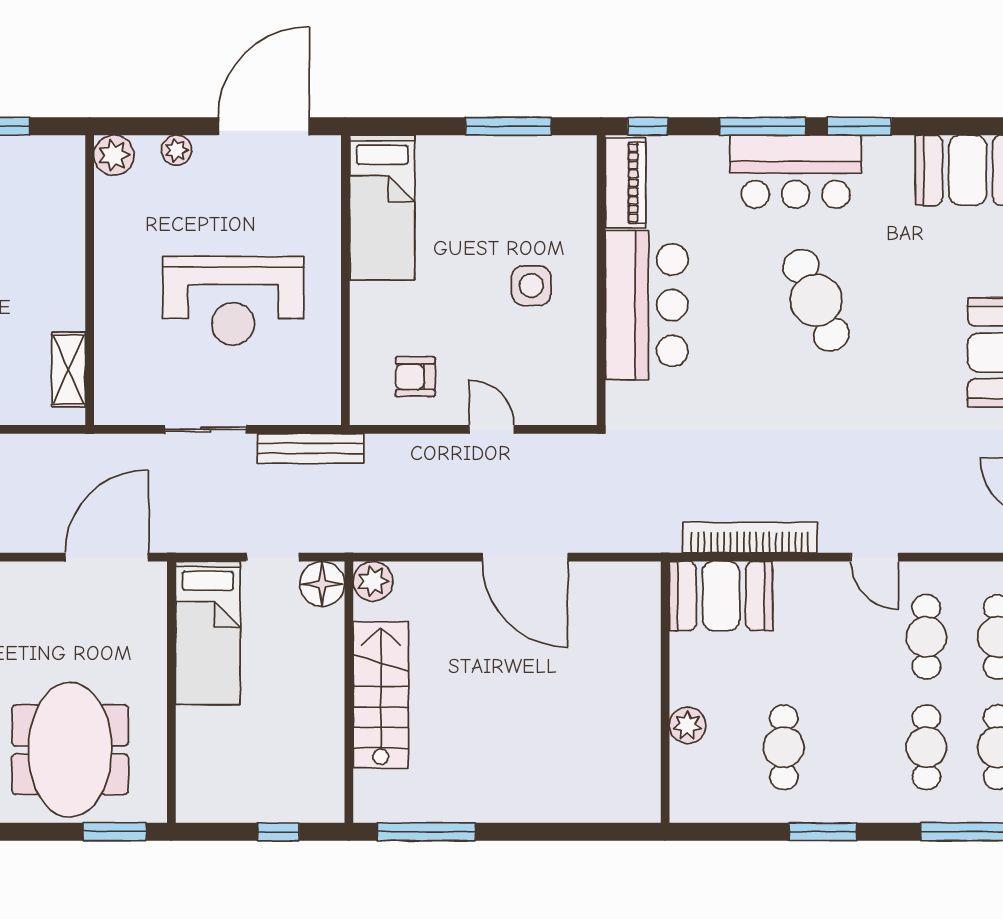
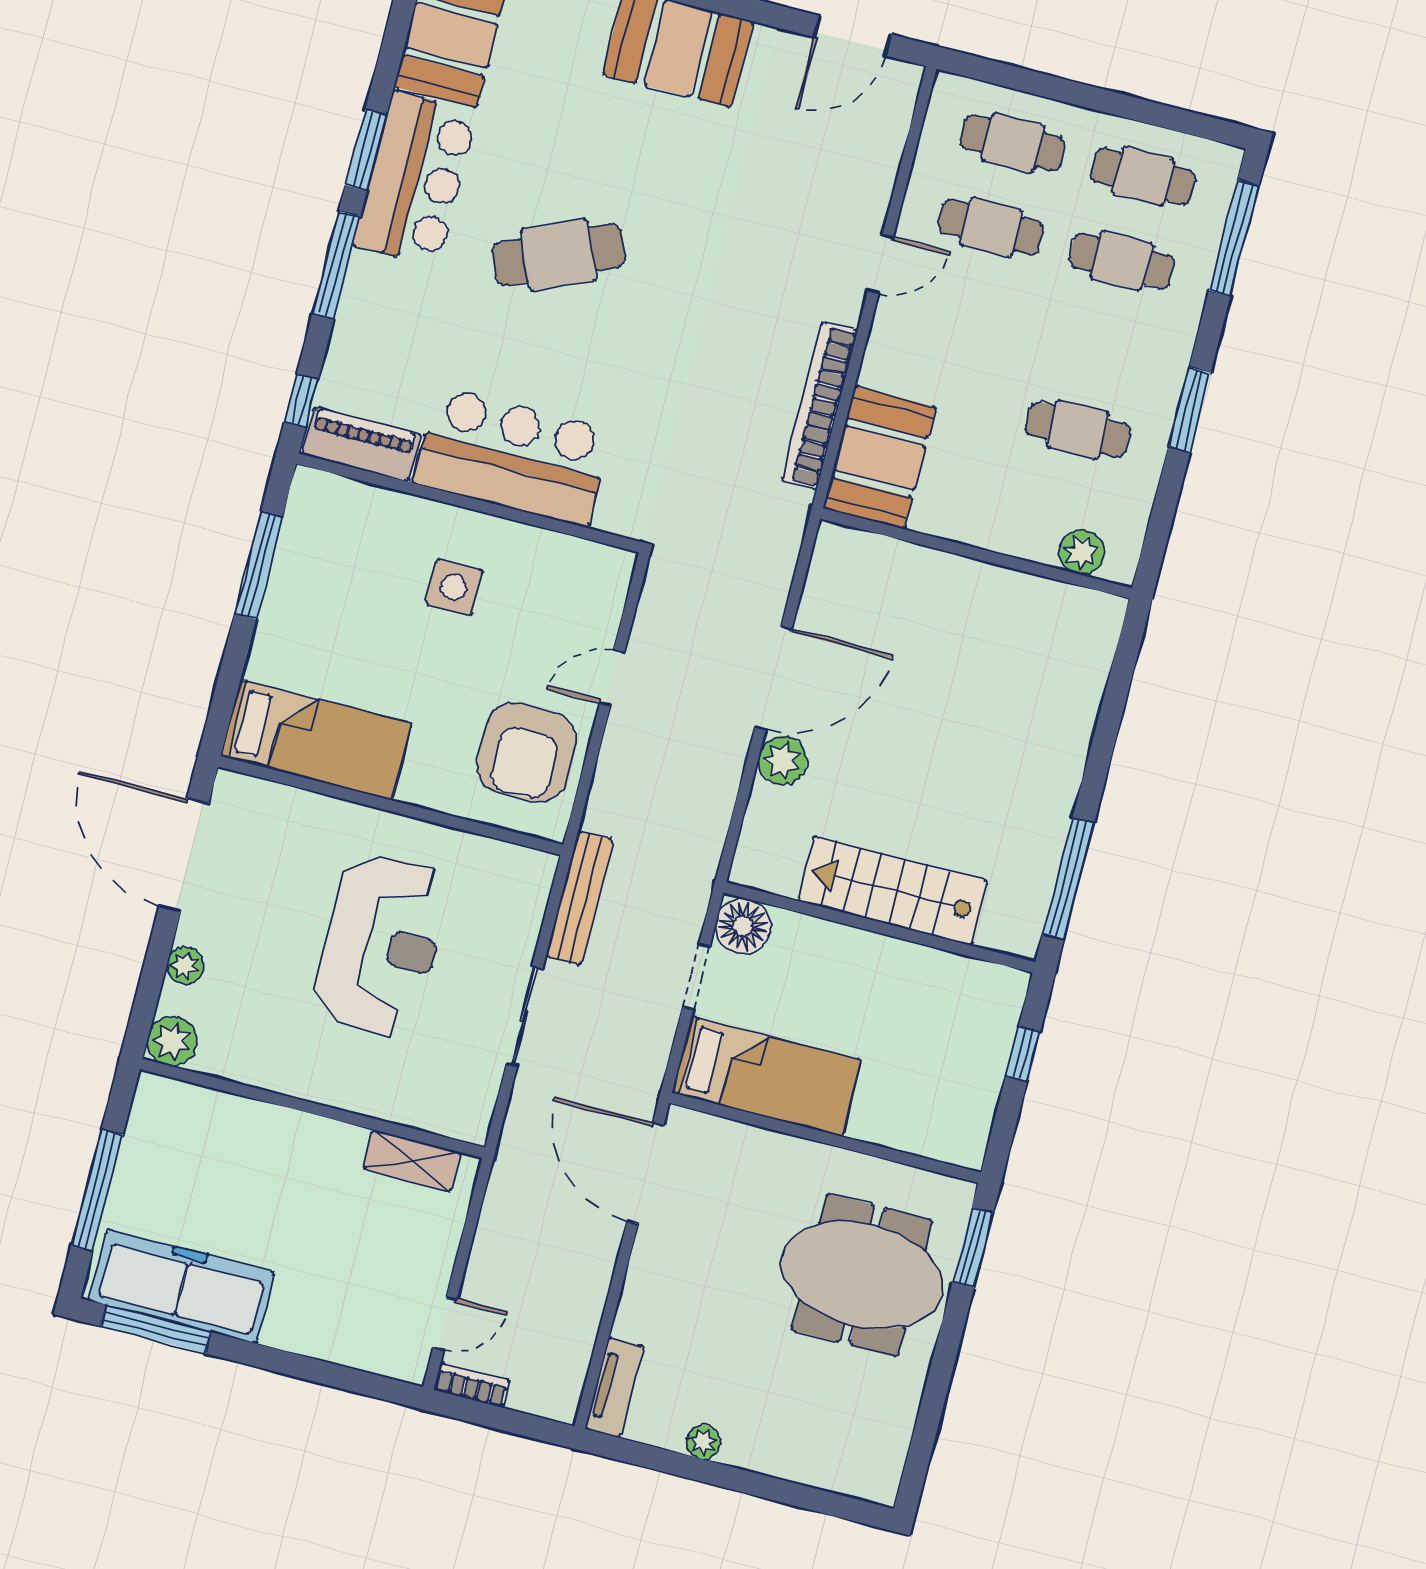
bar counter: (796, 172) -> (416, 179), moved
armchair: (415, 377) -> (527, 752), width x1.88, depth x1.88
plant: (373, 581) -> (783, 761), moved
plant: (688, 725) -> (1081, 552), moved

